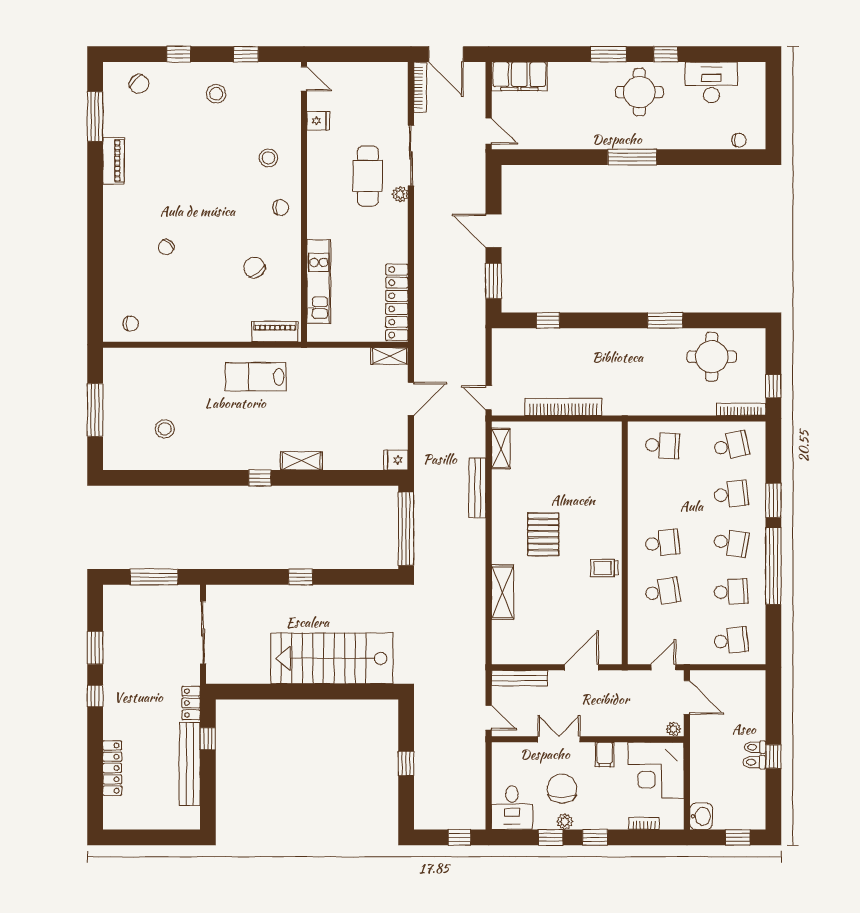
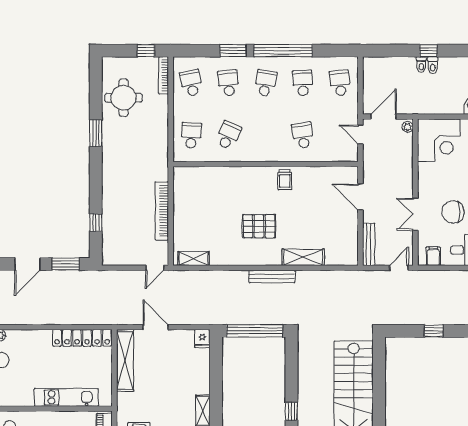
shelving: (389, 356) -> (125, 360), width x2.20, depth x1.33
bench: (477, 488) -> (272, 276), moved
school desk: (662, 543) -> (228, 135), moved, turned 30
filing cabinet: (605, 754) -> (433, 256), moved, turned -90

